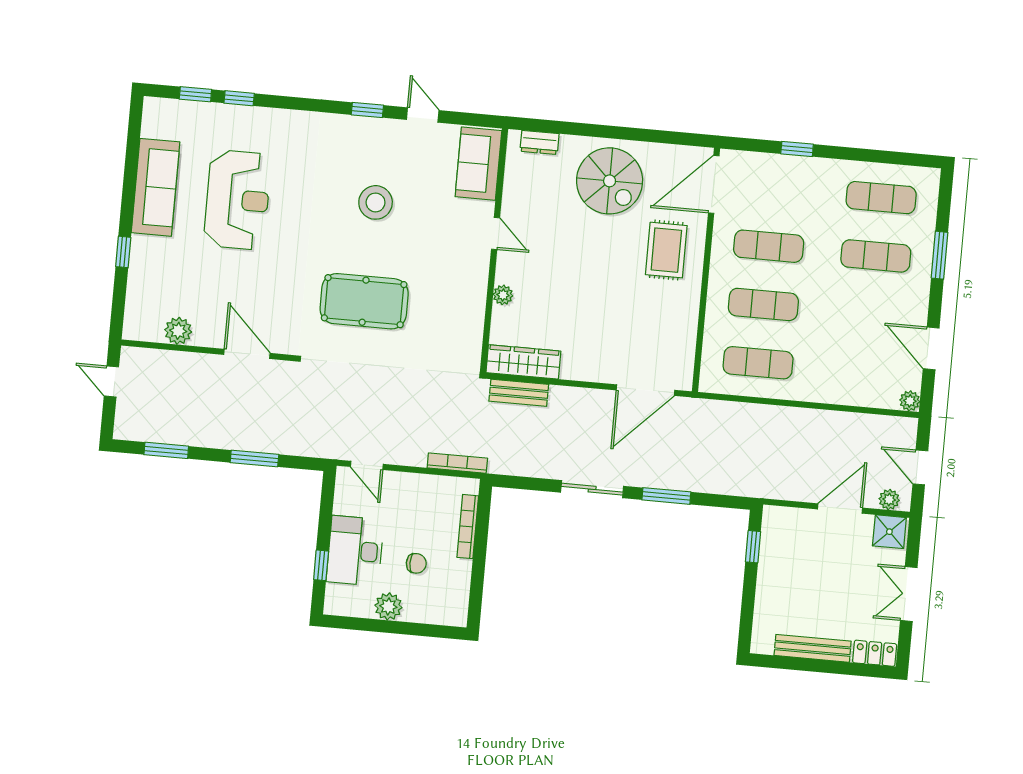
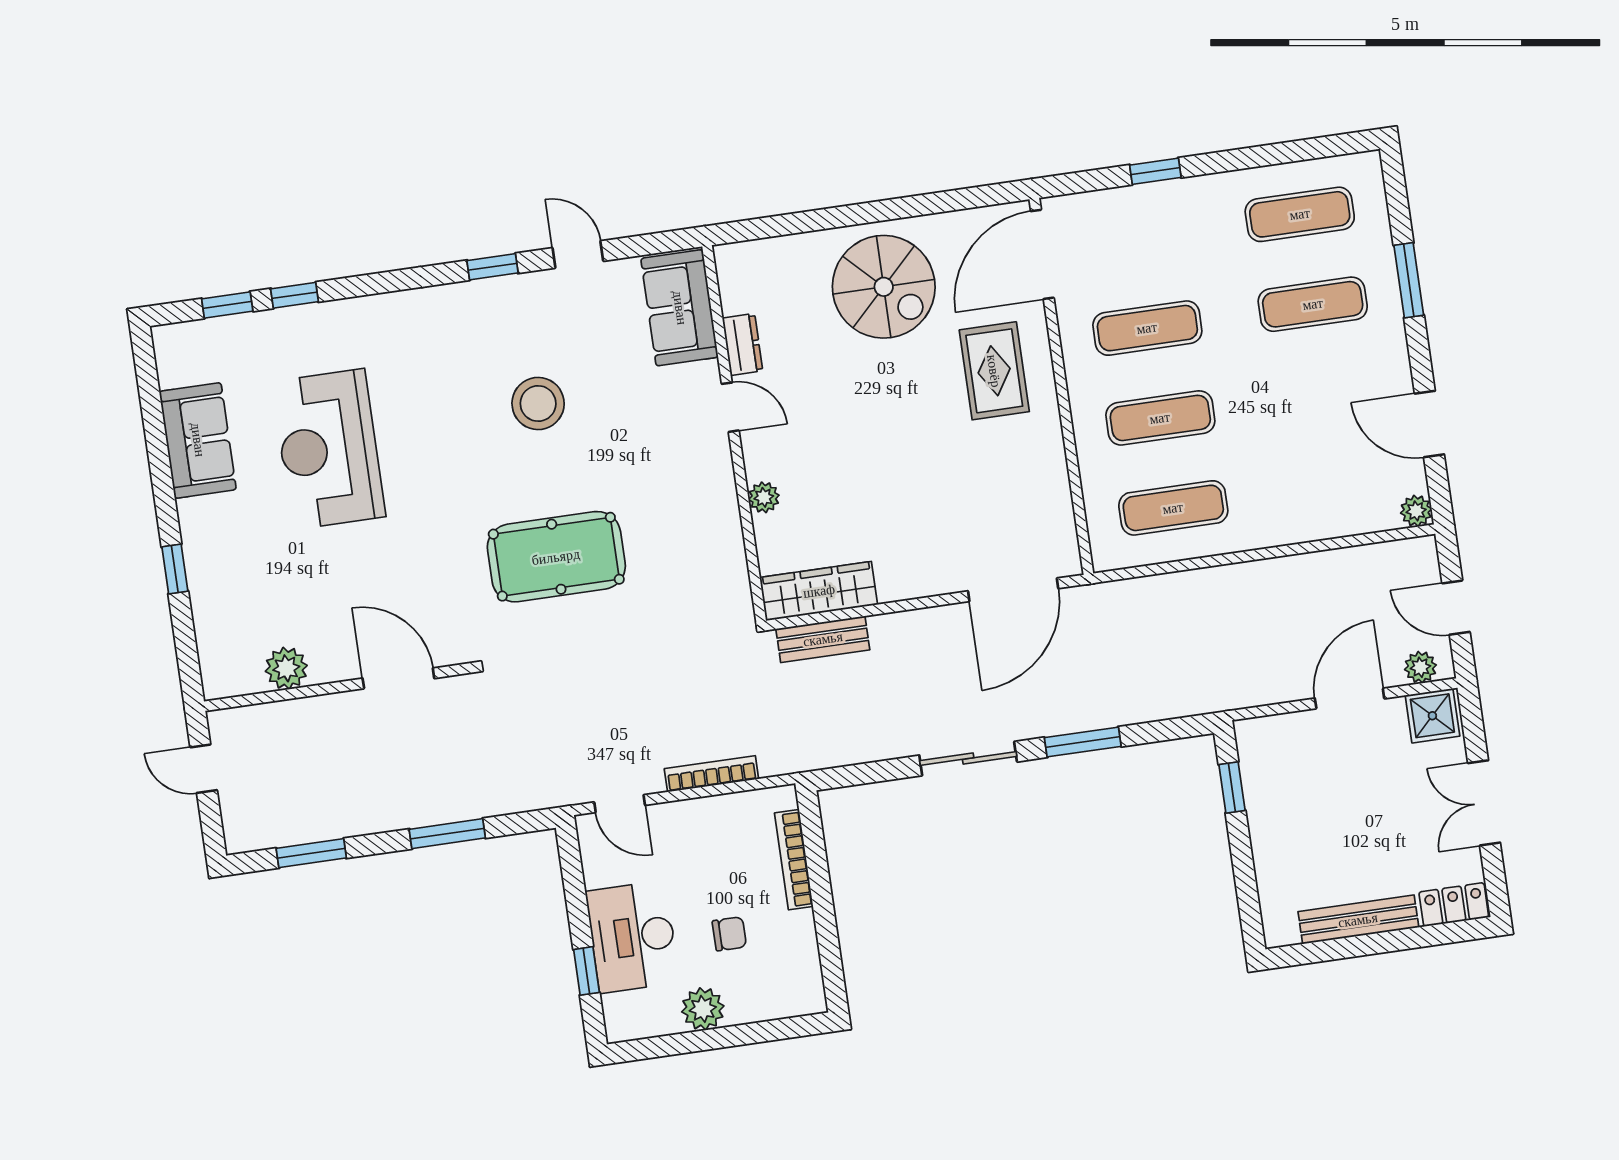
dresser: (539, 142) -> (743, 344), moved, turned -90
sofa: (156, 187) -> (198, 440), width x0.73
reception desk: (237, 200) -> (329, 449), turned 180
bookcase: (457, 463) -> (711, 774), moved

